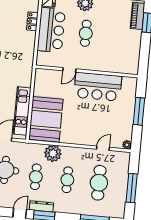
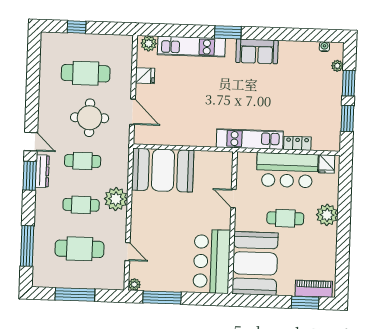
booth: (117, 57) -> (255, 263), added
bar counter: (98, 87) -> (212, 261), moved
kitchen unit: (22, 111) -> (250, 139), moved
window: (139, 111) -> (162, 298), moved
plant: (53, 153) -> (116, 199), moved

